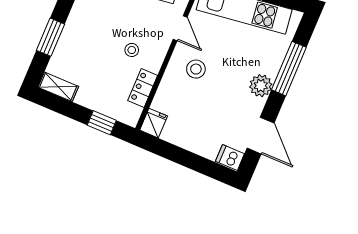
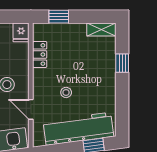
window: (50, 37) -> (122, 63), width x0.67
stool: (132, 50) -> (66, 92), moved

